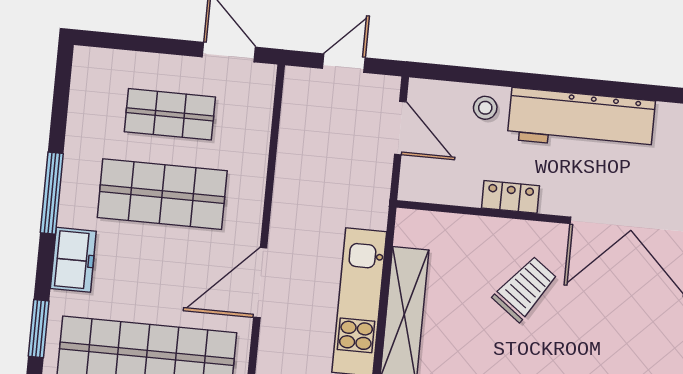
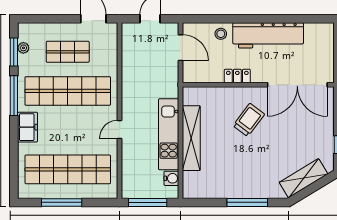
plant: (80, 98) -> (23, 48), added
shop shelf: (162, 194) -> (68, 91), width x1.40
door: (260, 283) -> (120, 129), width x0.53
window: (39, 329) -> (14, 52), moved

